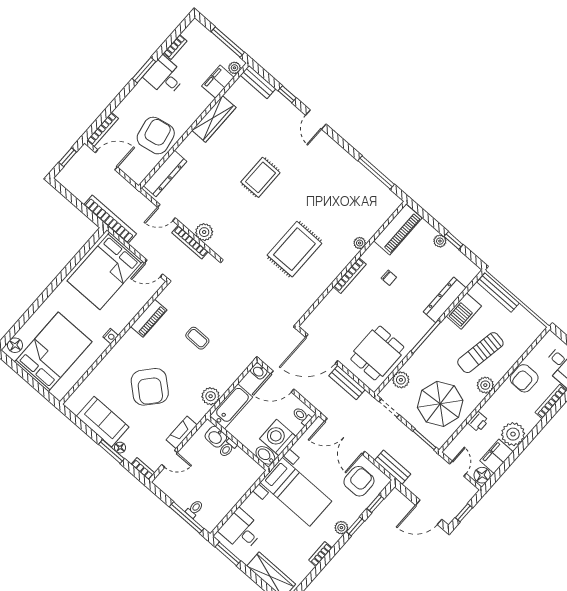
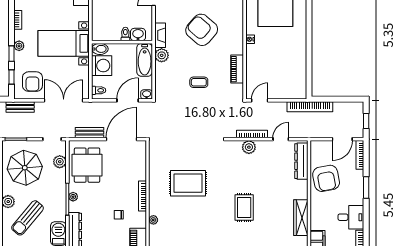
window: (144, 70) -> (366, 187), moved
rug: (294, 249) -> (188, 183), turned 90
bed: (105, 271) -> (287, 74), removed
plant: (418, 334) -> (73, 197), added
sun lounger: (480, 353) -> (28, 218), turned -150
fireplace: (182, 432) -> (160, 35), moved

